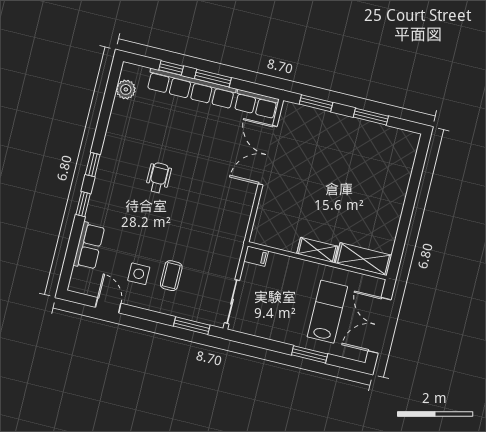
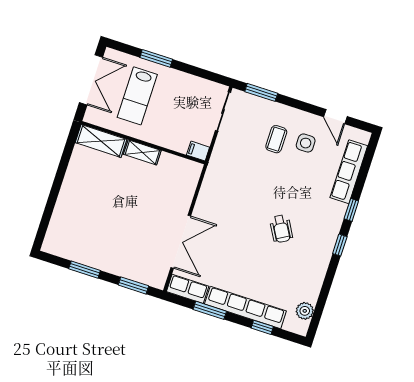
window: (213, 78) -> (210, 310), moved
wheelchair: (159, 178) -> (281, 229), turned -30
row of seats: (89, 246) -> (349, 172), width x1.48

